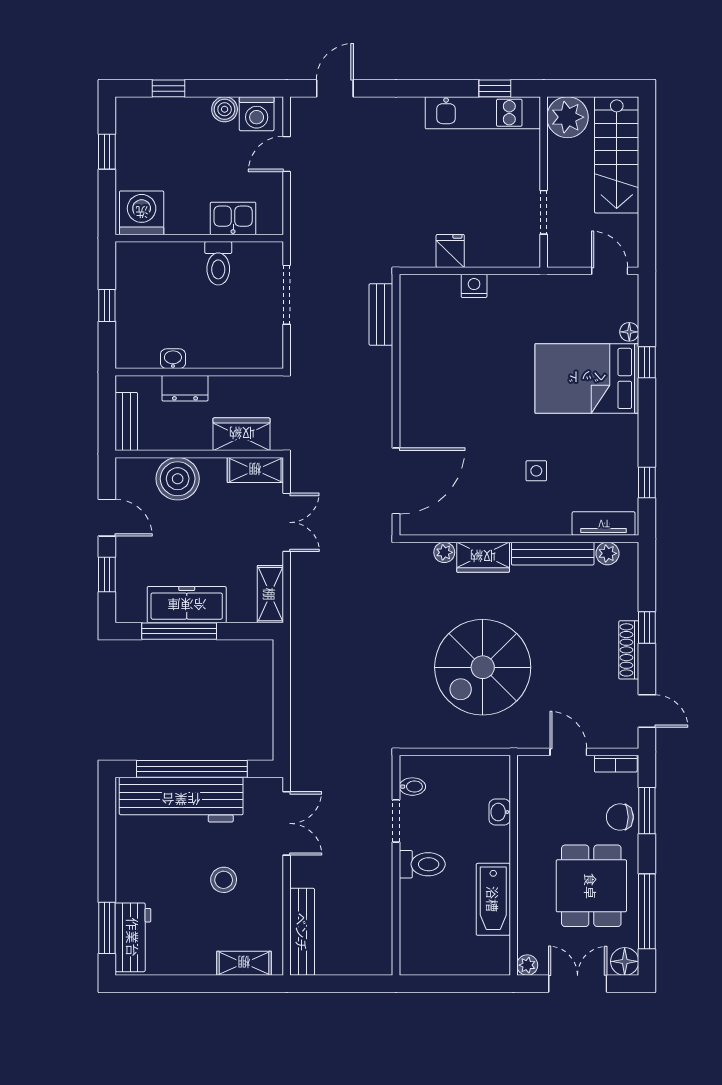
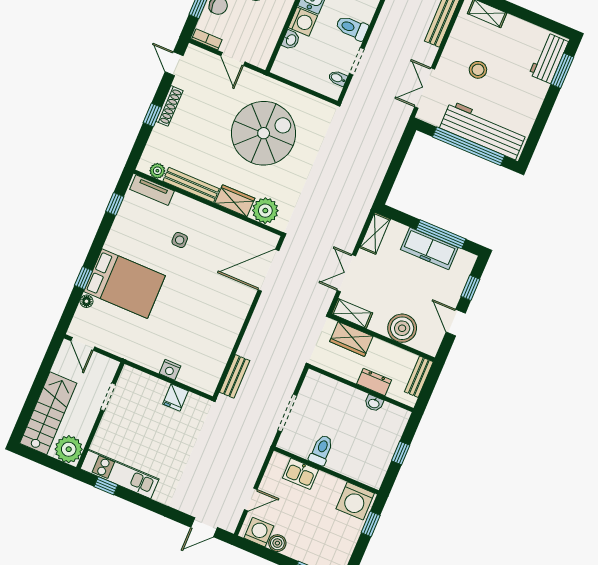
window: (107, 152) -> (371, 524), moved
plant: (444, 552) -> (265, 211), width x1.87, depth x1.87
washing machine: (493, 844) -> (303, 22), added

